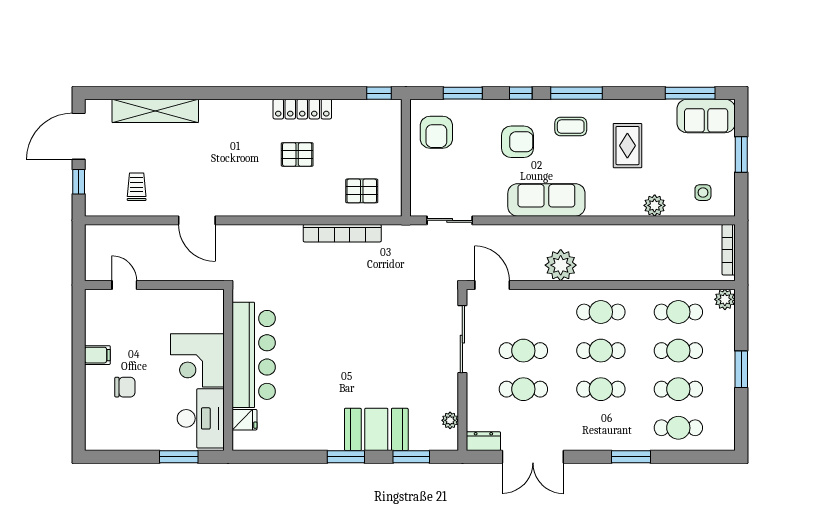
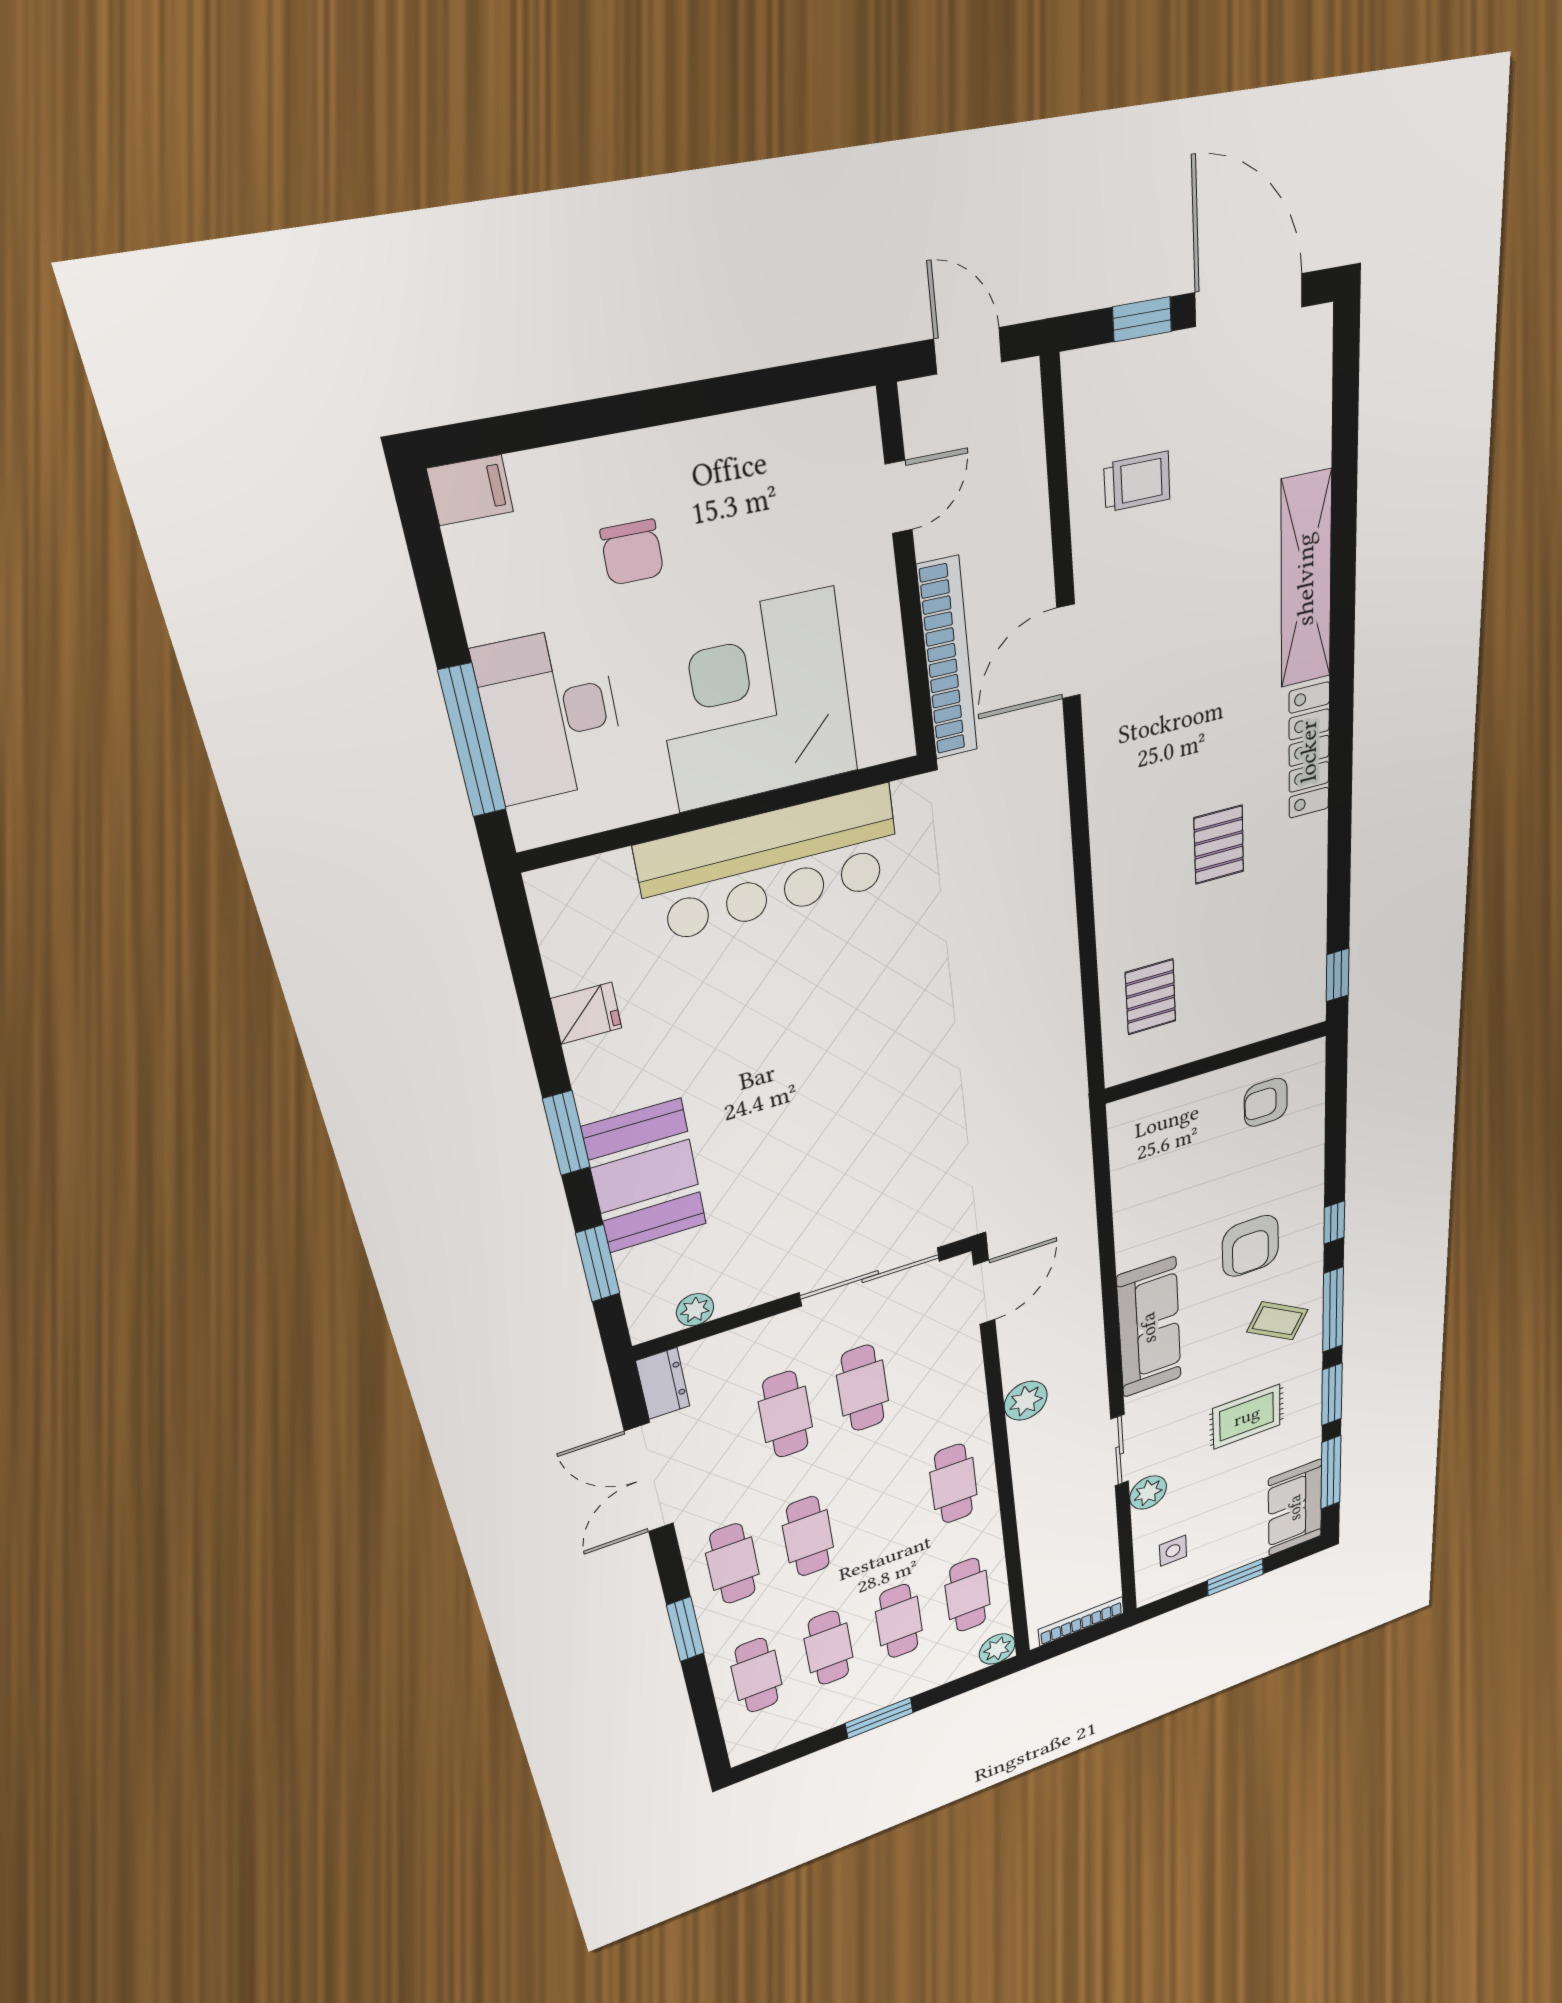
window: (463, 93) -> (1332, 1394), moved
locker: (302, 109) -> (1309, 751), moved
shelving: (155, 111) -> (1306, 580), moved
coffee table: (571, 127) -> (1277, 1321), turned -60
armchair: (436, 132) -> (1266, 1102), width x0.72, depth x0.72
sliding door: (450, 220) -> (1120, 1450), moved
bookcase: (342, 233) -> (947, 659), moved, turned 180
door: (79, 252) -> (968, 351), added
plant: (561, 265) -> (1026, 1401), width x0.73, depth x0.73
cafe table: (601, 351) -> (733, 1564), moved
filing cabinet: (97, 355) -> (470, 490), moved, turned -90
corner desk: (197, 360) -> (756, 701), width x1.36, depth x1.36
desk: (201, 418) -> (551, 715), moved, turned 90
fridge: (244, 420) -> (586, 1013), moved, turned -90
window: (179, 457) -> (472, 741), width x1.44

